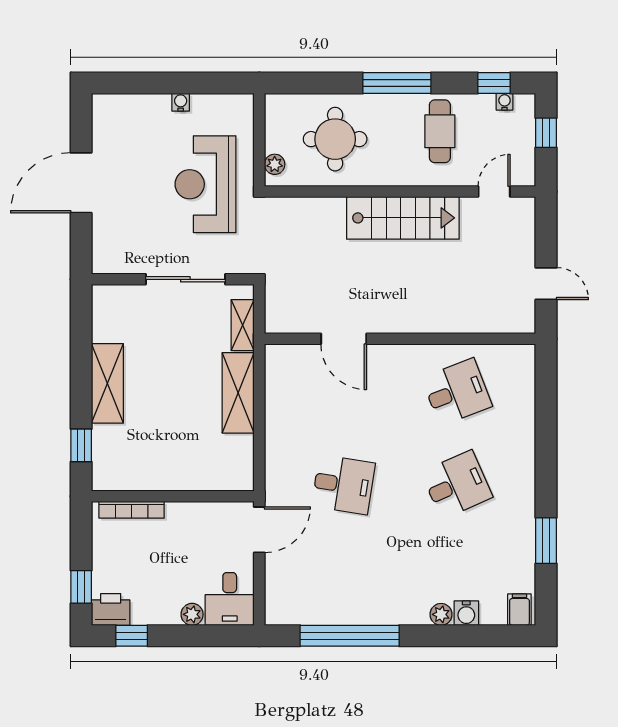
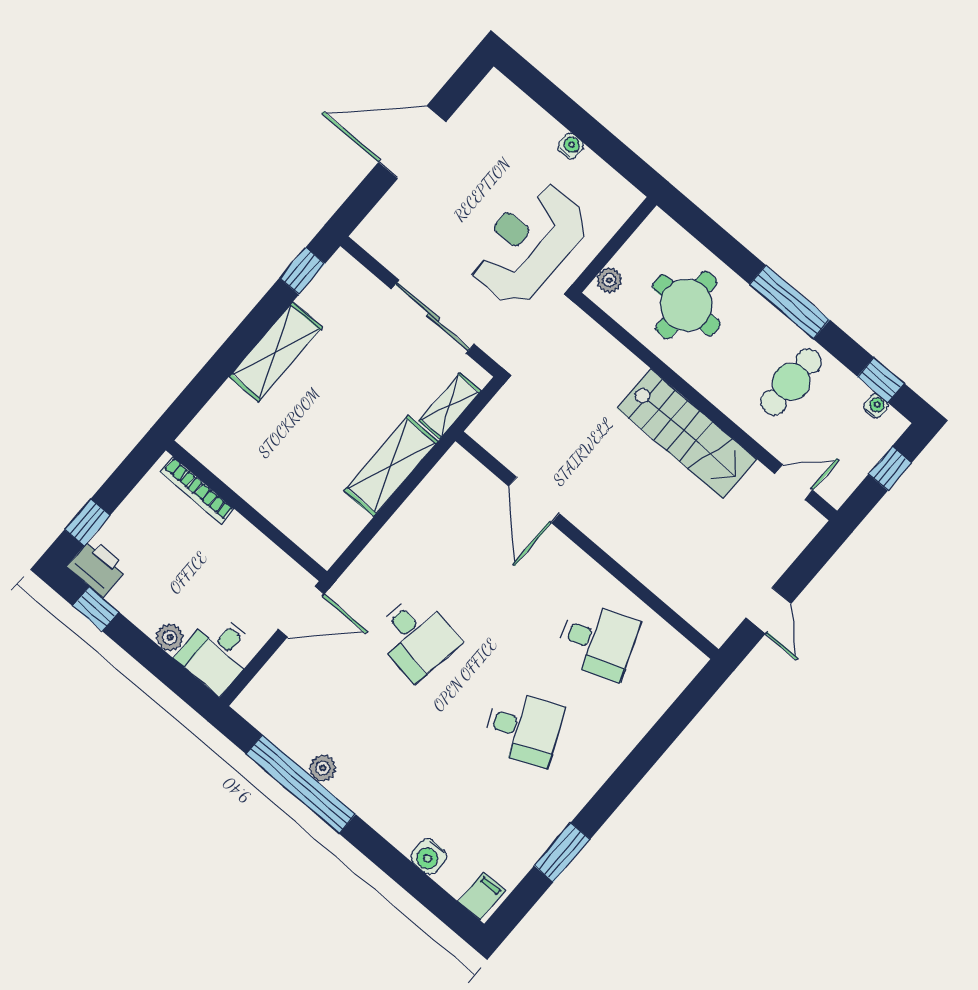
window: (81, 445) -> (302, 271), moved
plant: (441, 614) -> (323, 768), moved

